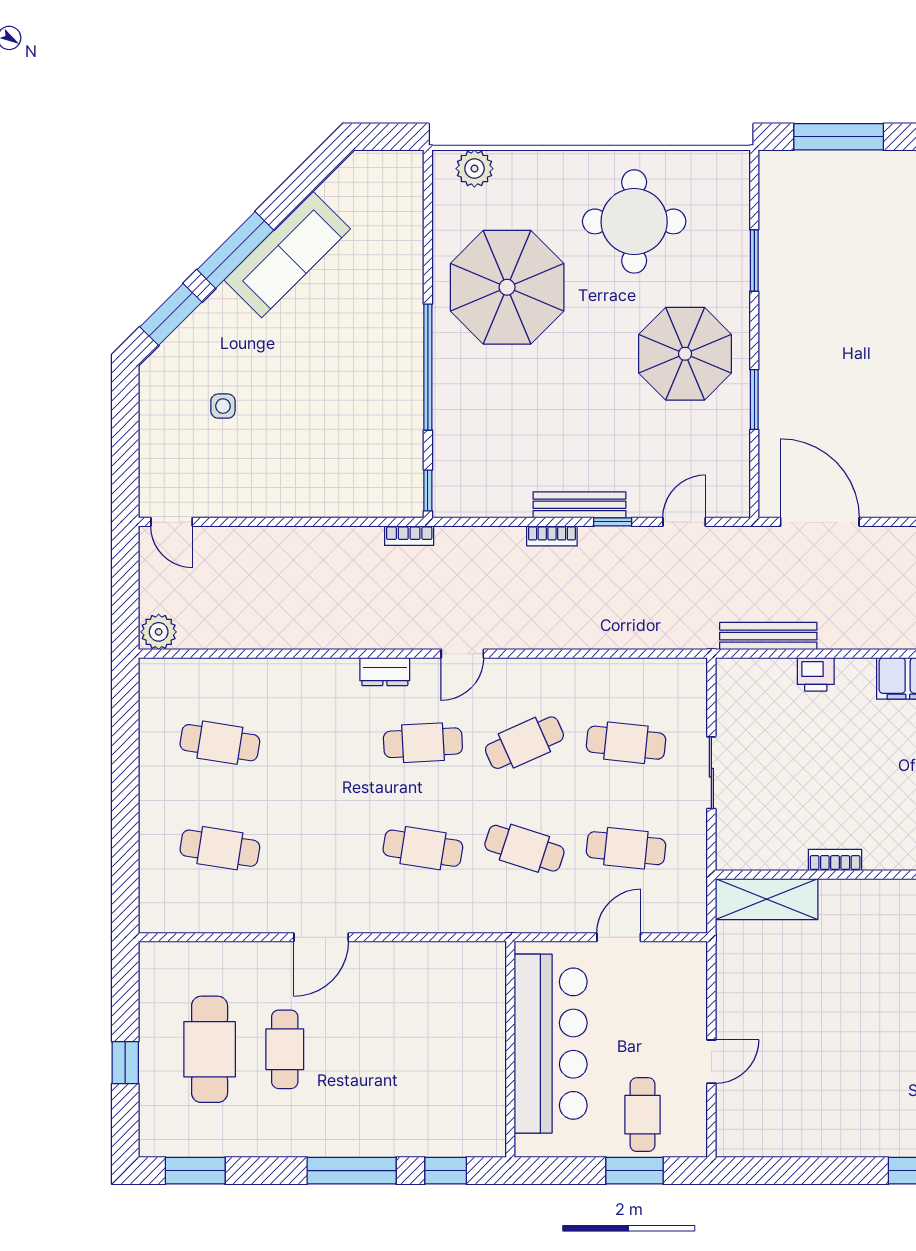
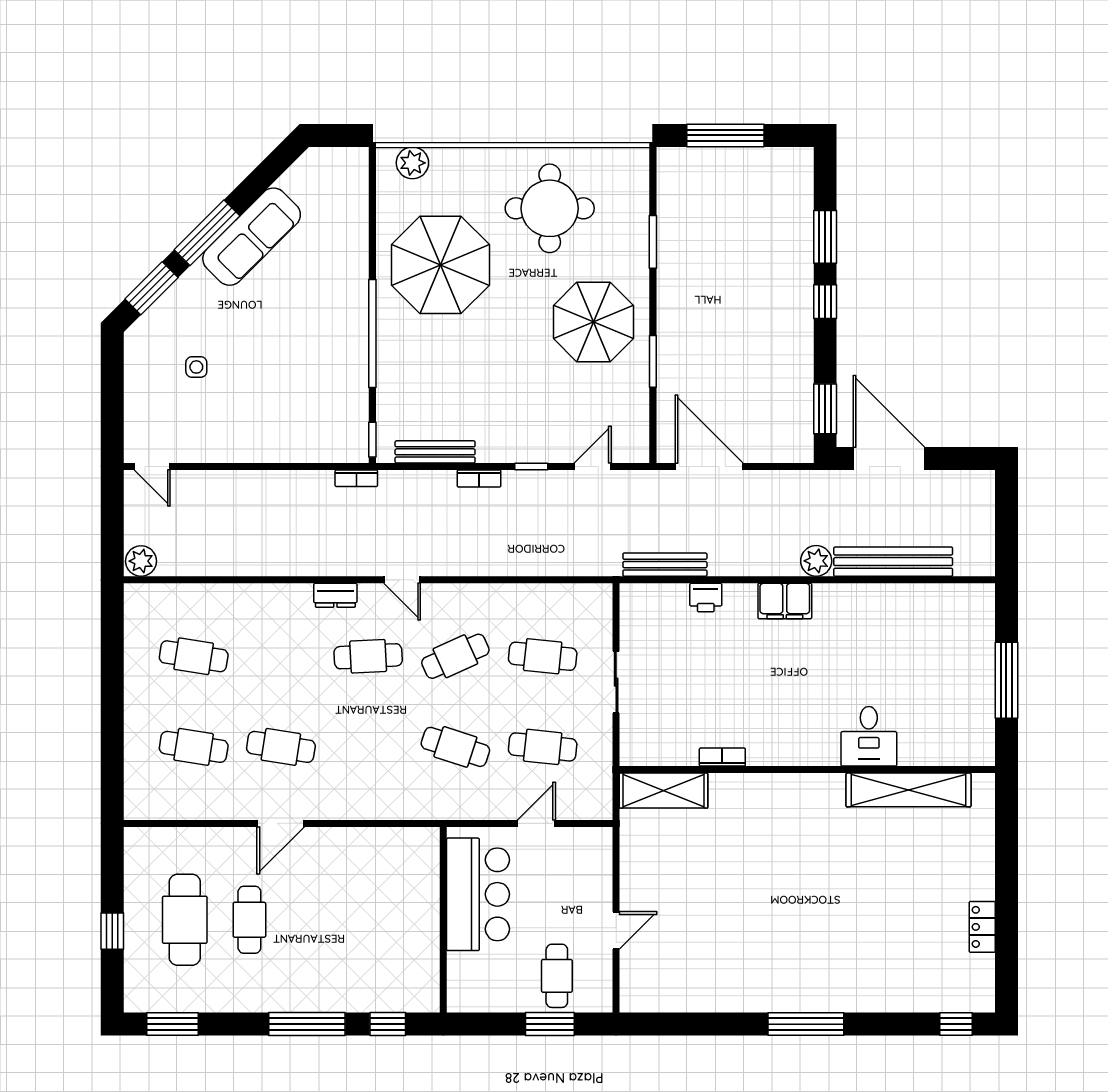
bench: (579, 505) -> (435, 452), moved
door: (462, 654) -> (402, 580), hinge flipped
cafe table: (423, 848) -> (281, 747), moved
bar counter: (551, 1044) -> (478, 894), width x0.73

